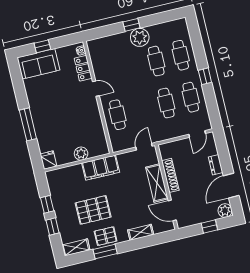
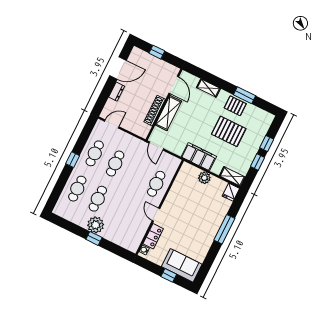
door: (144, 147) -> (156, 146), hinge flipped
plant: (225, 211) -> (137, 54), removed
shelving: (76, 247) -> (232, 176), moved

